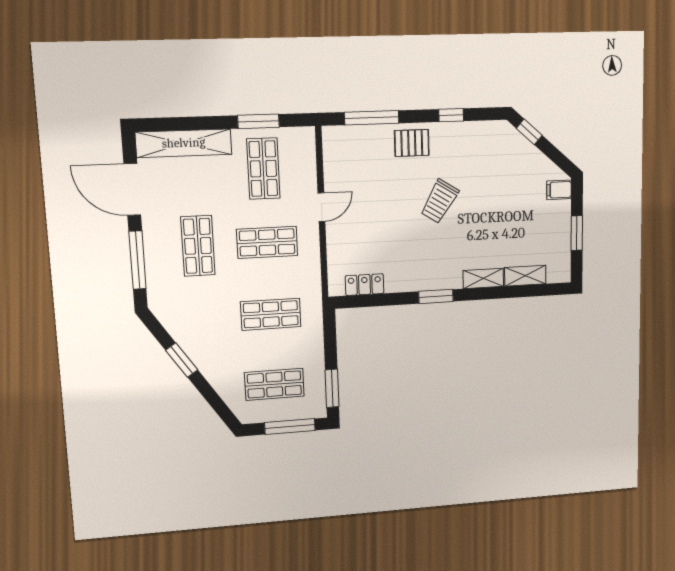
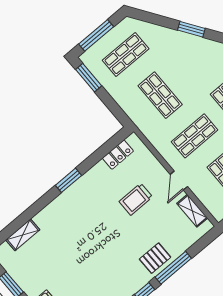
window: (372, 118) -> (173, 268), moved
trolley: (440, 201) -> (136, 199), moved, turned -122
shelving: (483, 278) -> (192, 211), moved, turned 90
shop shelf: (271, 314) -> (160, 95), turned 90

